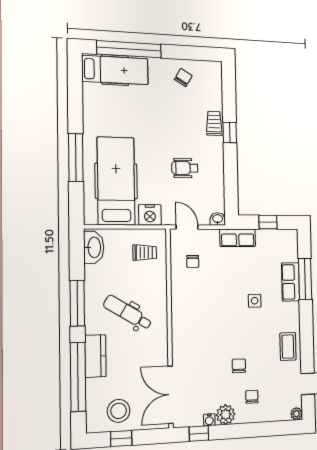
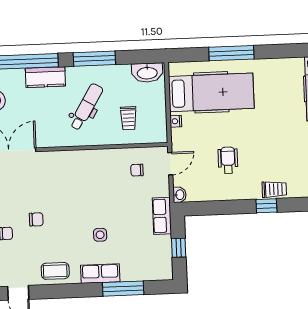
nightstand: (150, 215) -> (176, 121), width x0.53, depth x0.56
trolley: (145, 253) -> (128, 118), moved
row of seats: (291, 282) -> (100, 274), moved

